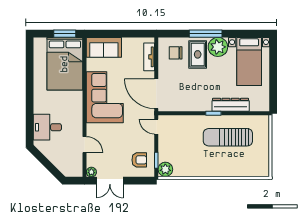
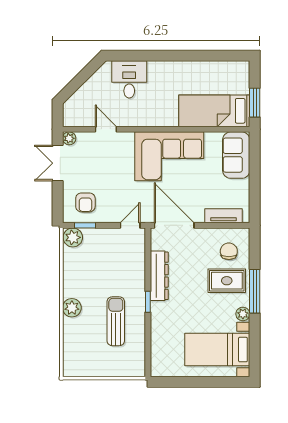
plant: (218, 47) -> (243, 314), width x0.53, depth x0.53
bed: (65, 64) -> (214, 111), width x0.67
door: (156, 94) -> (174, 225), hinge flipped
dresser: (231, 105) -> (159, 276), moved
sun lounger: (228, 137) -> (116, 321), width x0.73, depth x0.75
door: (85, 145) -> (106, 129), swing flipped
plant: (218, 170) -> (72, 308), added

